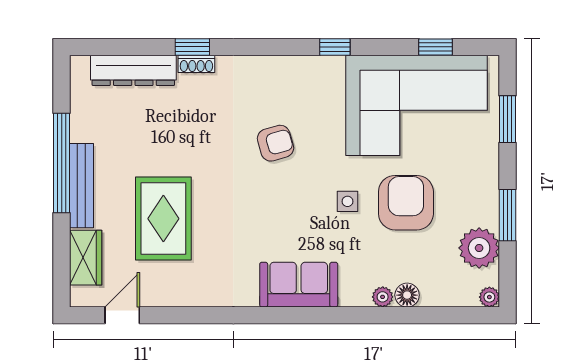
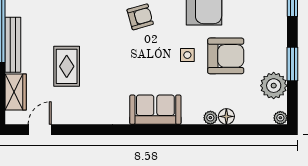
armchair: (406, 203) -> (226, 56), turned 90
rug: (163, 219) -> (67, 66), width x0.73, depth x0.70

